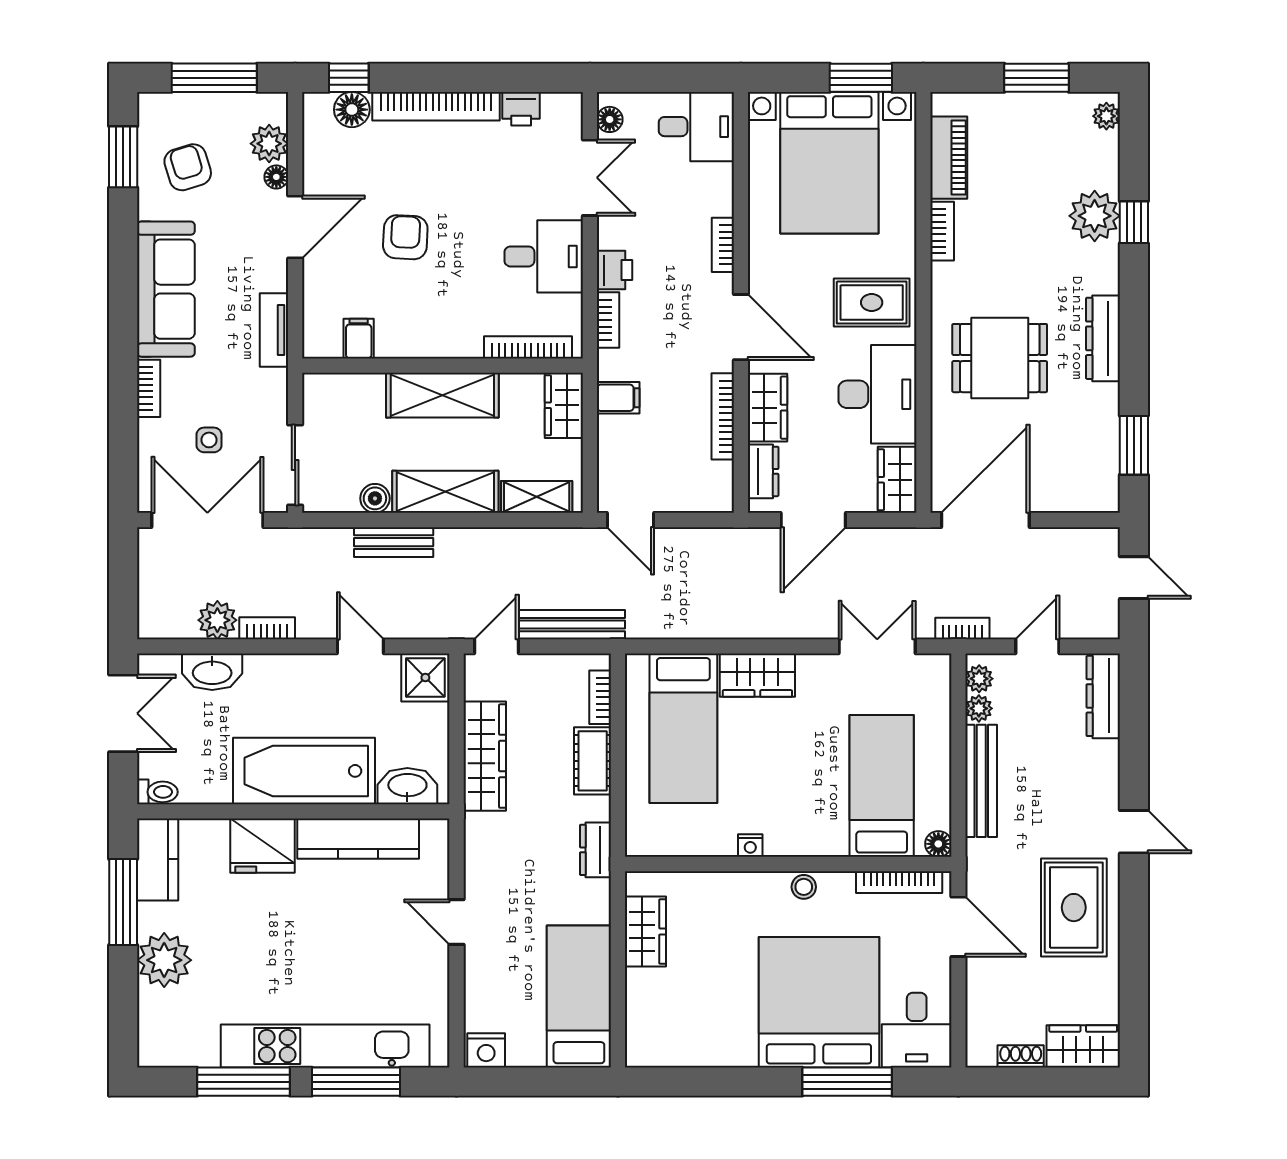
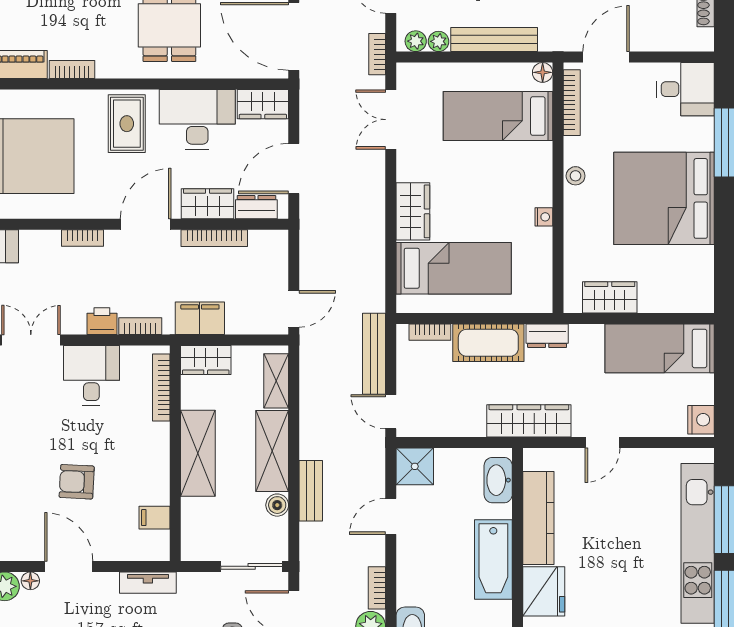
filing cabinet: (618, 398) -> (200, 318), width x2.00
door: (813, 520) -> (294, 169), swing flipped
wardrobe: (485, 756) -> (529, 421), moved
cot: (593, 761) -> (488, 343), width x1.37, depth x1.34
bathtub: (304, 771) -> (493, 559), width x0.73, depth x0.73
bed: (819, 1002) -> (664, 198), moved

